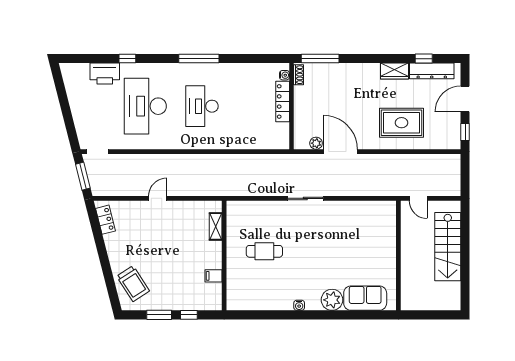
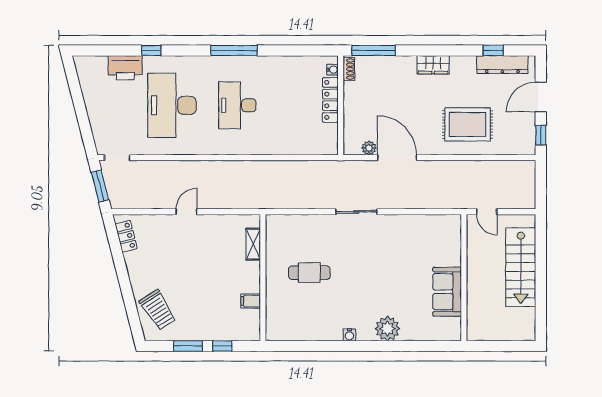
wardrobe: (395, 71) -> (433, 65), moved
sofa: (365, 298) -> (447, 292), moved, turned -90

